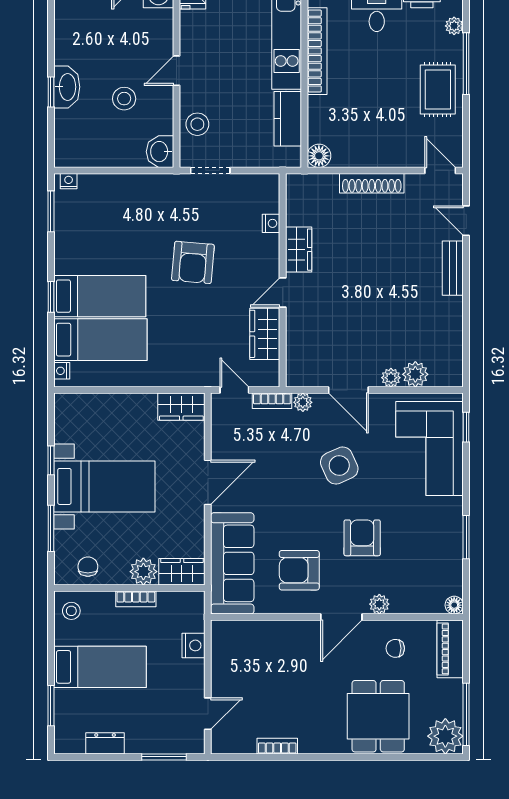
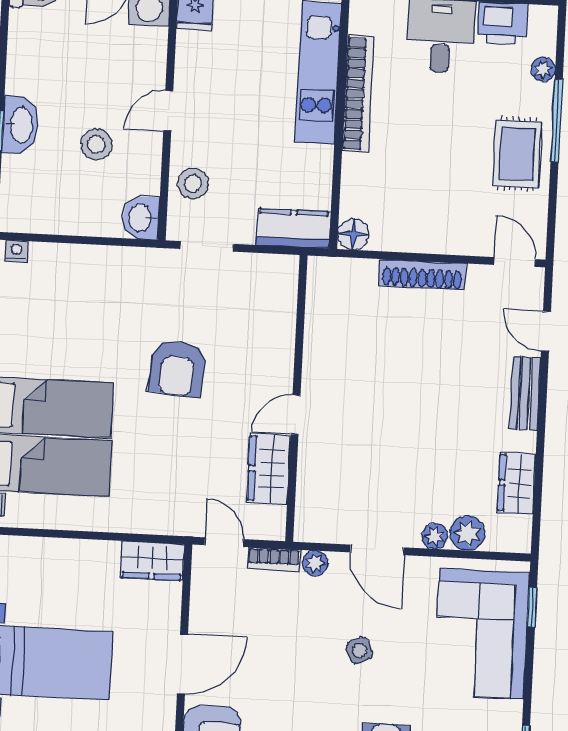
kitchen counter: (288, 119) -> (293, 229), moved, turned 90
nightstand: (271, 223) -> (285, 321), removed
wardrobe: (299, 250) -> (517, 483), moved, turned 180
side table: (339, 466) -> (359, 650), width x0.54, depth x0.54

